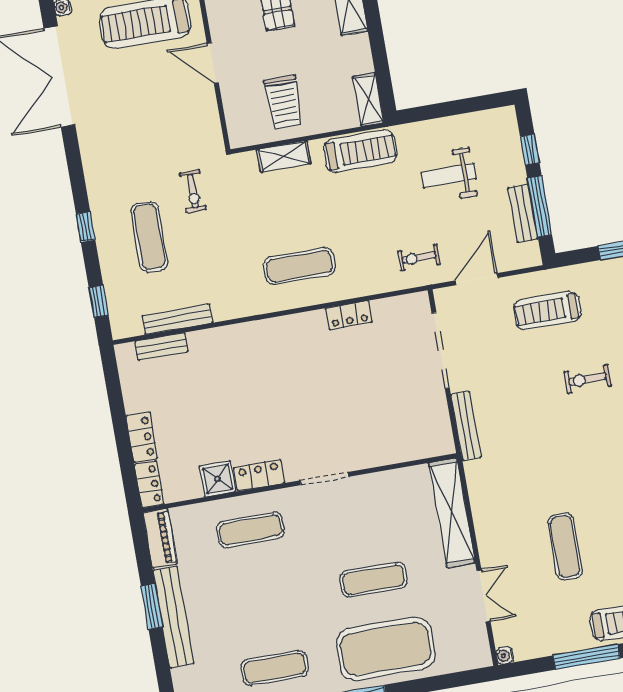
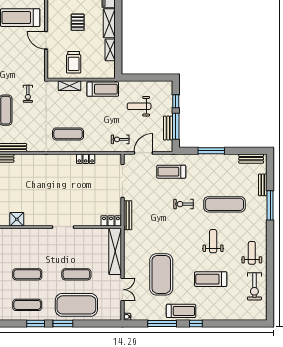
shelving: (368, 100) -> (110, 50), moved
locker: (259, 475) -> (111, 221), moved
exercise mat: (250, 530) -> (27, 274), moved
exercise mat: (565, 546) -> (161, 274), width x2.00, depth x1.45

